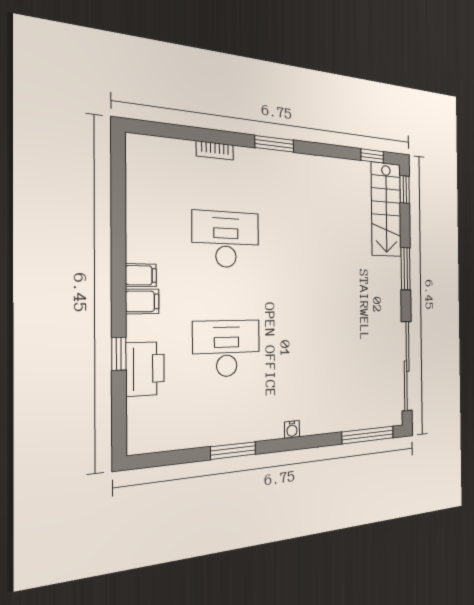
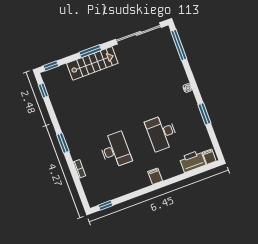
stairs: (386, 209) -> (92, 63), moved
desk: (226, 239) -> (115, 150), turned 180
filing cabinet: (141, 275) -> (209, 157), moved
window: (119, 354) -> (106, 205), moved
printer: (145, 369) -> (193, 161), moved

